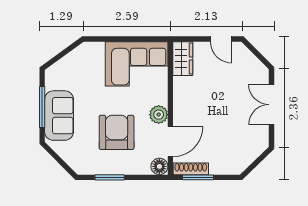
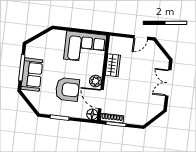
door: (221, 39) -> (141, 37), hinge flipped
wardrobe: (183, 59) -> (113, 65), moved
armchair: (117, 132) -> (67, 89), turned 90
door: (170, 142) -> (101, 99), swing flipped

